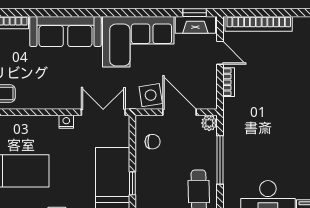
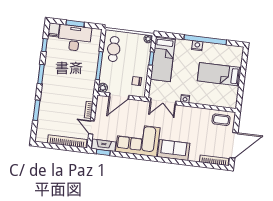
sofa: (65, 32) -> (174, 150), width x0.73
side table: (151, 95) -> (135, 108), removed
door: (180, 112) -> (119, 96), hinge flipped

